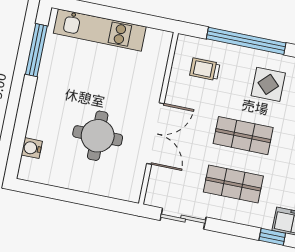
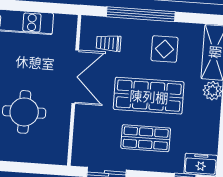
double door: (155, 134) -> (75, 77), moved
shop shelf: (243, 136) -> (149, 96), width x1.43, depth x1.36

